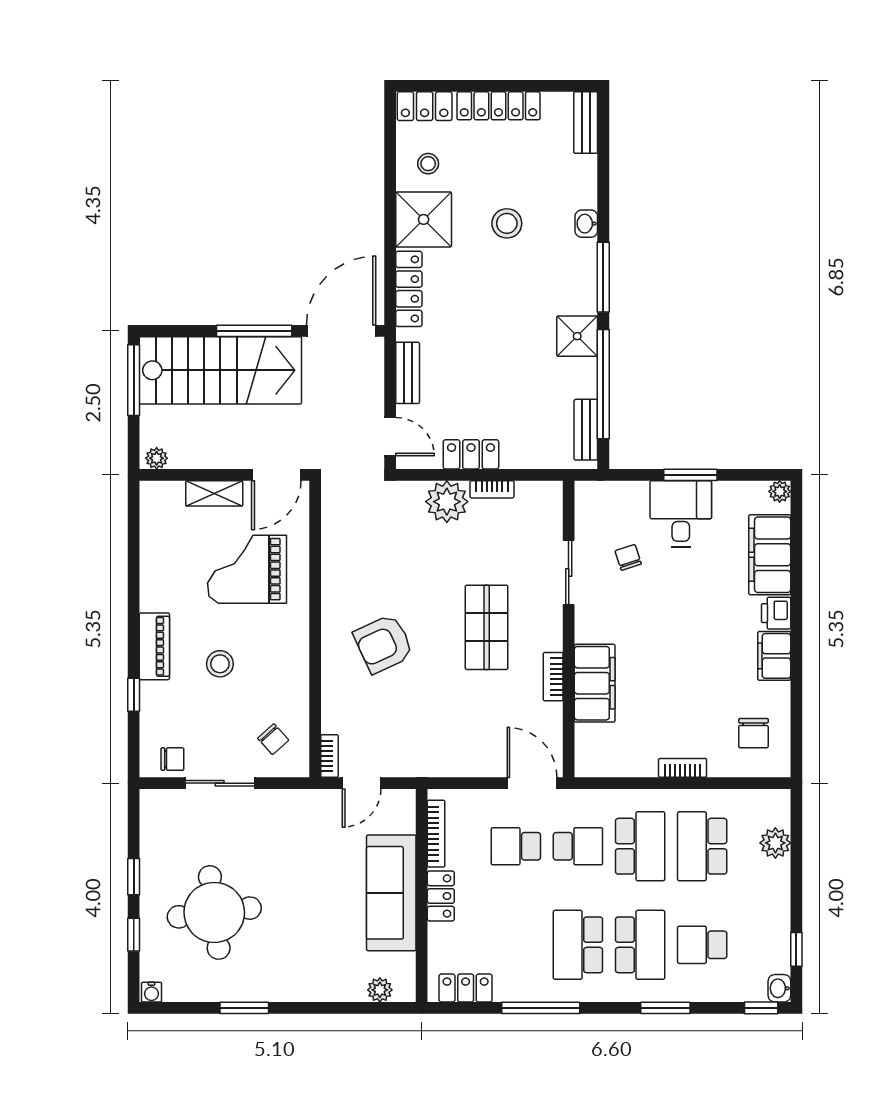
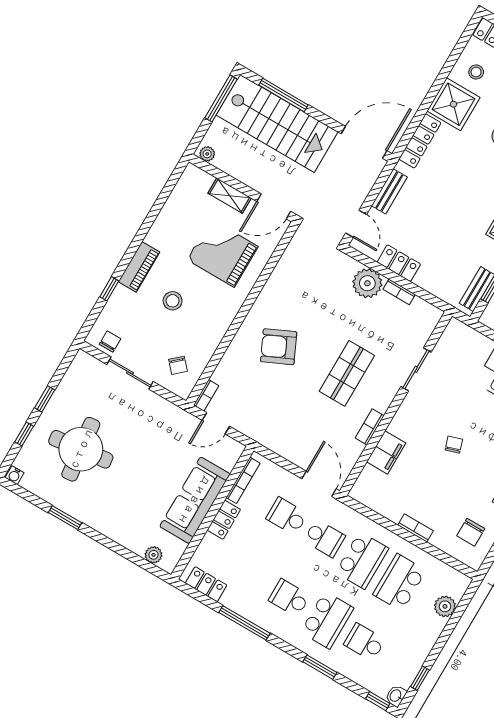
window: (254, 331) -> (283, 95), moved
chair: (628, 557) -> (454, 445), moved
filing cabinet: (595, 683) -> (386, 452), width x0.67, depth x0.86
chair: (172, 759) -> (110, 342), turned -90
school desk: (578, 945) -> (289, 598), width x0.54

